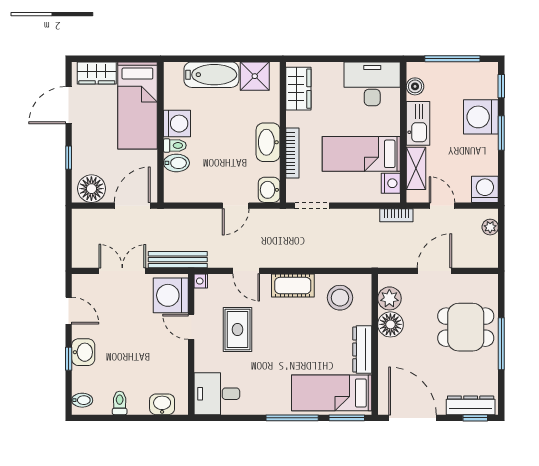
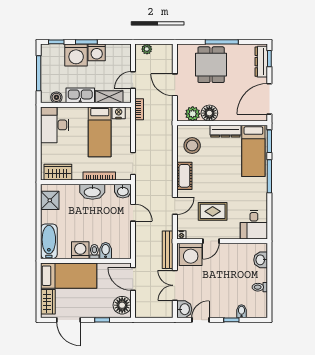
bathtub: (211, 75) -> (49, 241), moved
washing machine: (485, 189) -> (97, 52), moved, turned -90
washbasin: (83, 352) -> (184, 309), moved, turned 90
bidet: (82, 400) -> (241, 311), moved

